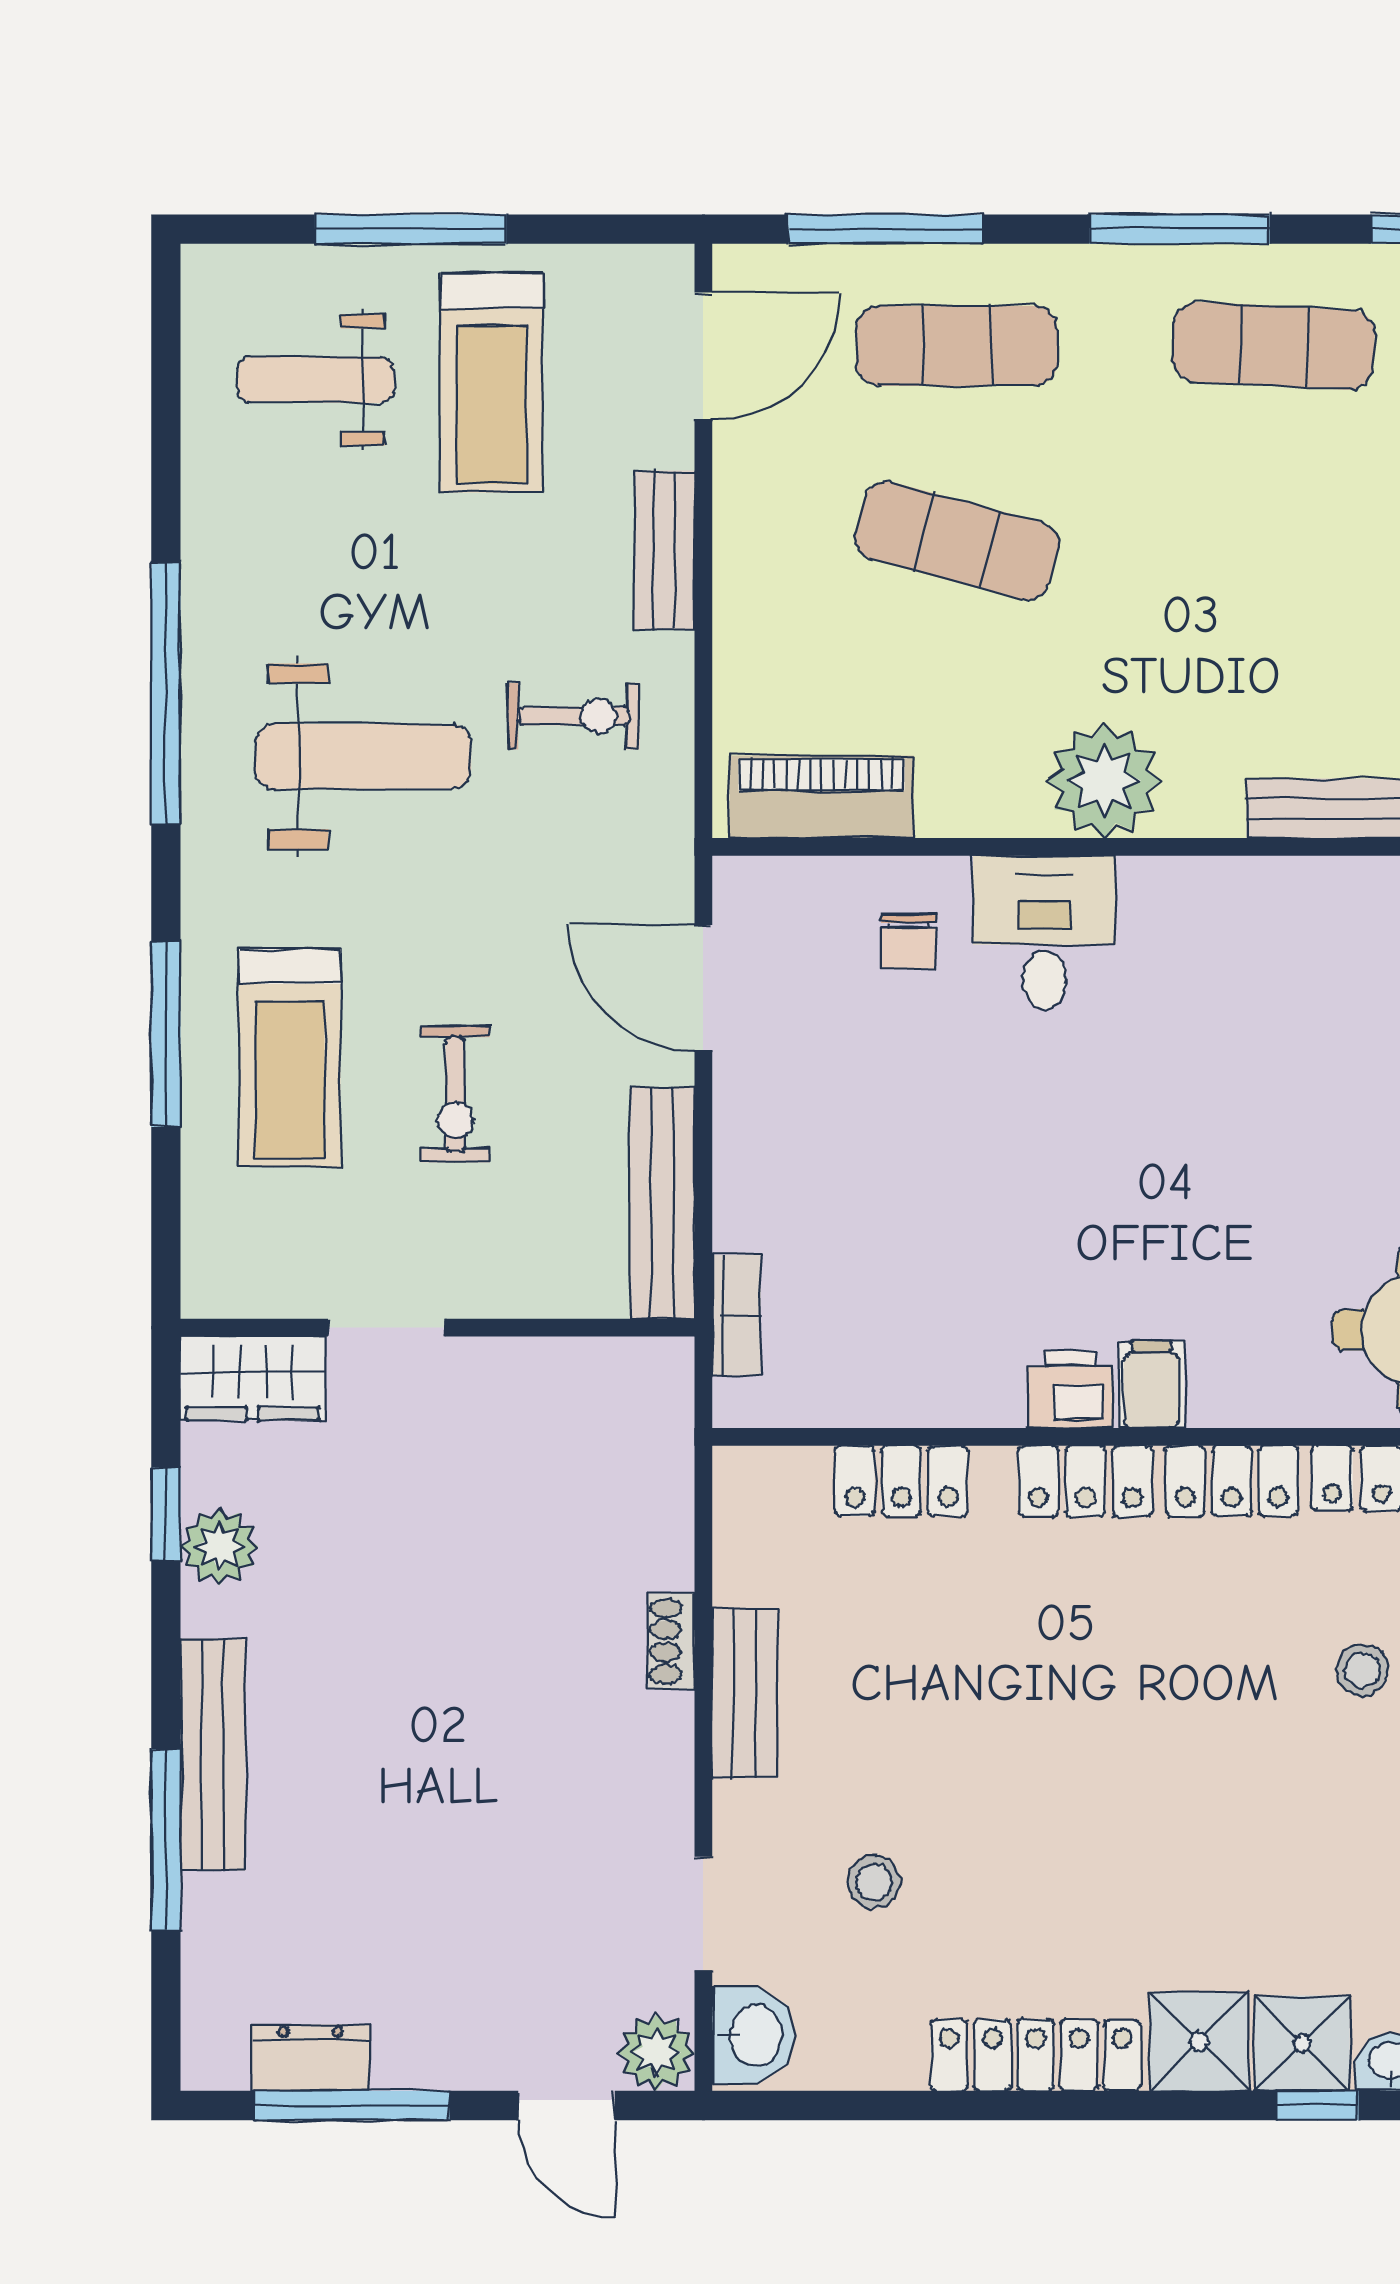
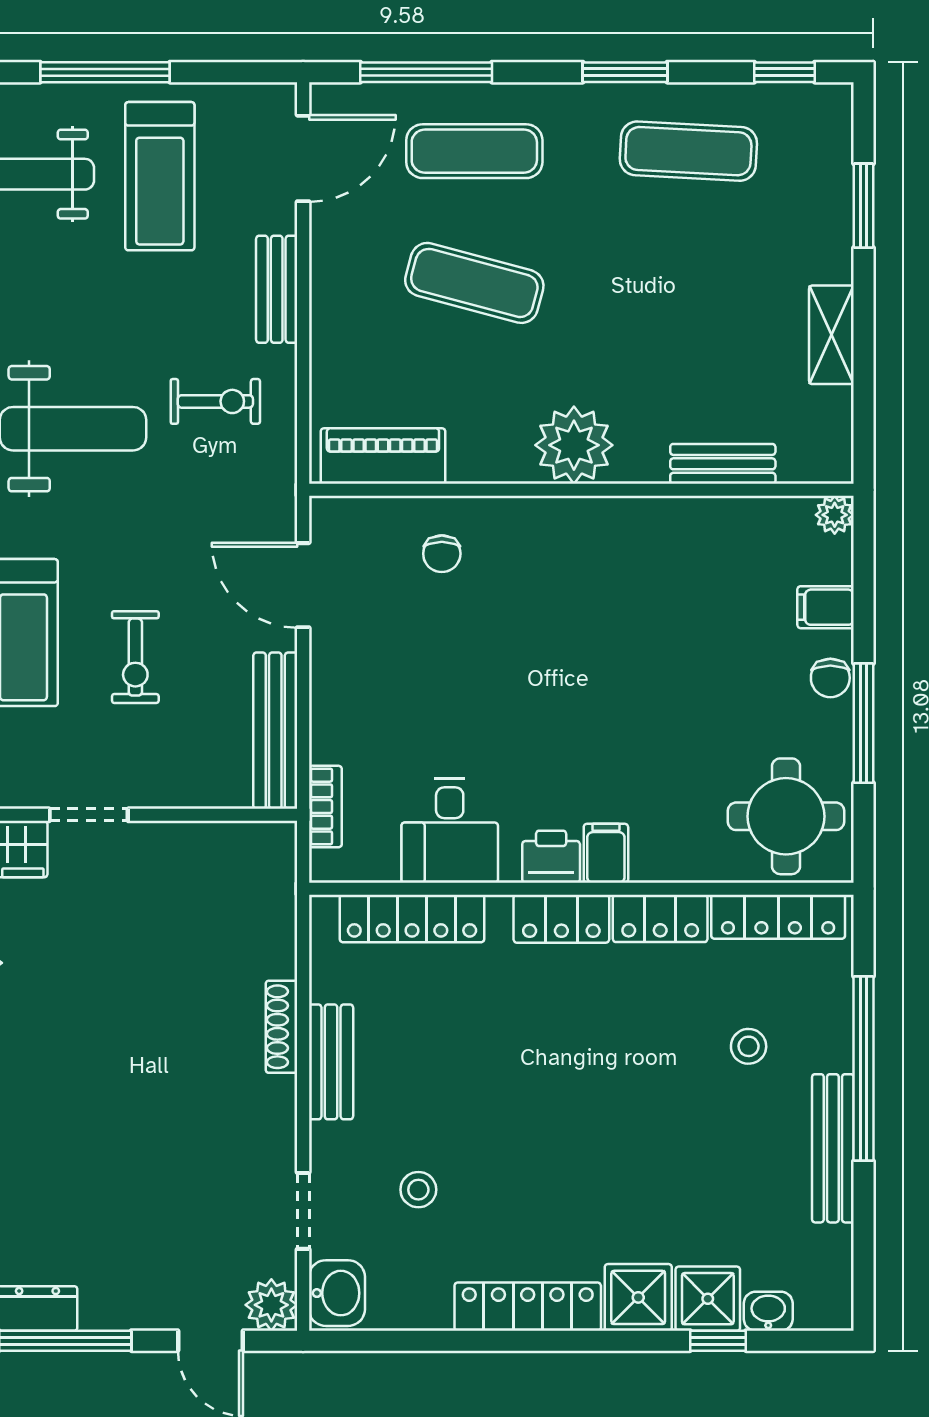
window: (1180, 229) -> (625, 72), width x0.69
desk: (1044, 932) -> (450, 831), moved, turned 180
locker: (901, 1481) -> (412, 918), width x1.53
shoe rack: (672, 1641) -> (282, 1027), width x1.43

